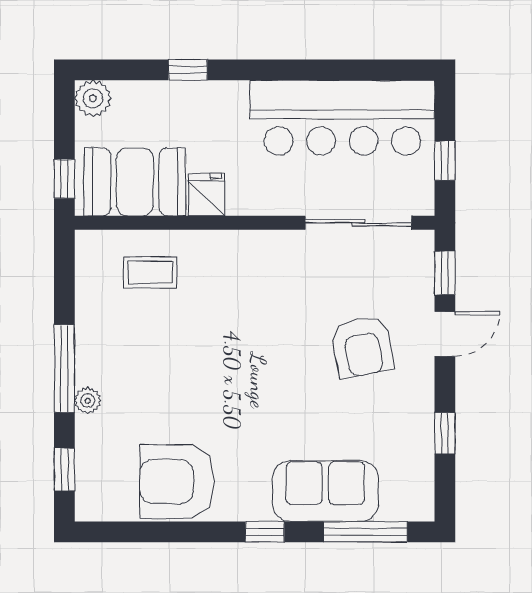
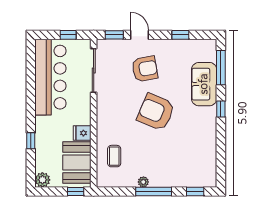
plant: (88, 401) -> (143, 182), moved
armchair: (177, 481) -> (156, 112), moved, turned 113

